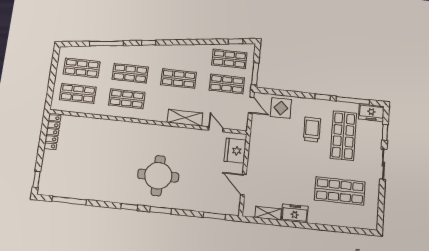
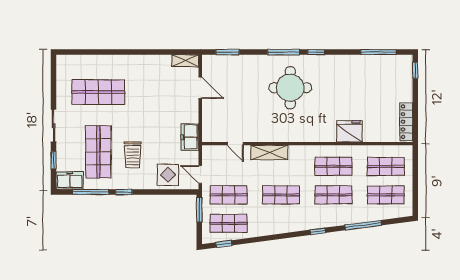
fridge: (235, 151) -> (349, 131), moved, turned -90
window: (161, 210) -> (284, 52), width x1.44
shelving: (268, 213) -> (185, 61), moved
freezer: (295, 213) -> (190, 137), moved, turned 90

